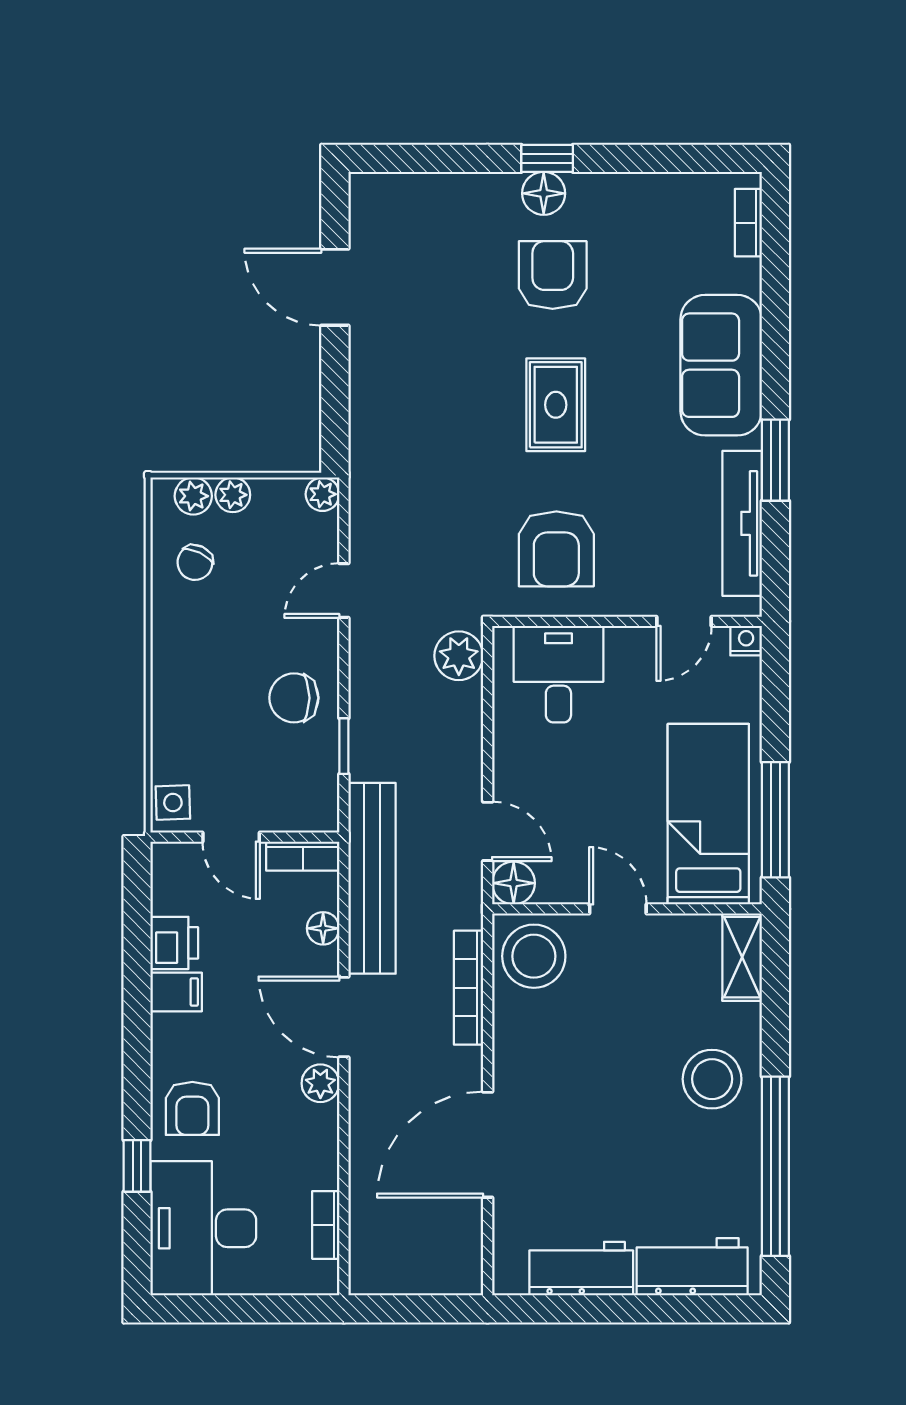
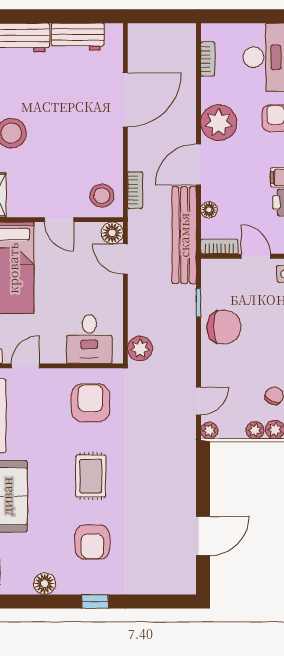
floor lamp: (544, 193) -> (45, 584), moved
door: (335, 287) -> (203, 536), hinge flipped
door: (344, 591) -> (199, 401), moved
chair: (294, 698) -> (224, 327), width x1.37, depth x1.37
stool: (534, 956) -> (102, 196), width x0.73, depth x0.73
bookcase: (469, 988) -> (135, 190), width x0.64
door: (344, 1017) -> (199, 165), swing flipped
plant: (320, 1083) -> (219, 123), width x1.87, depth x1.87

